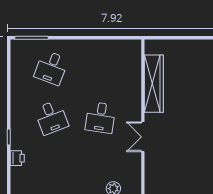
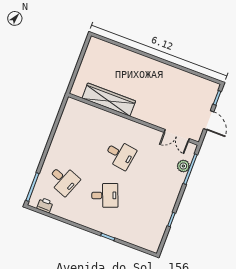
double door: (143, 137) -> (177, 135), moved
printer: (17, 158) -> (45, 205), moved

